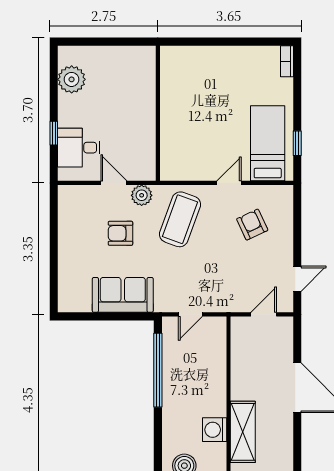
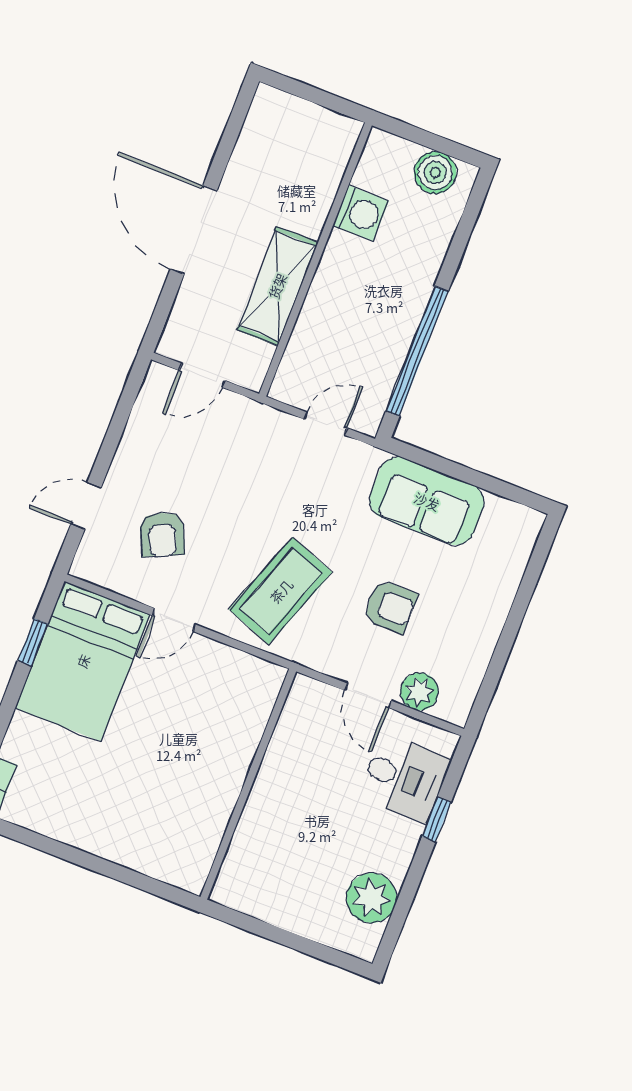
bed: (268, 143) -> (83, 661), width x1.50
plant: (142, 195) -> (419, 692), moved
door: (297, 279) -> (86, 506), moved
shelving: (243, 432) -> (277, 286), moved

